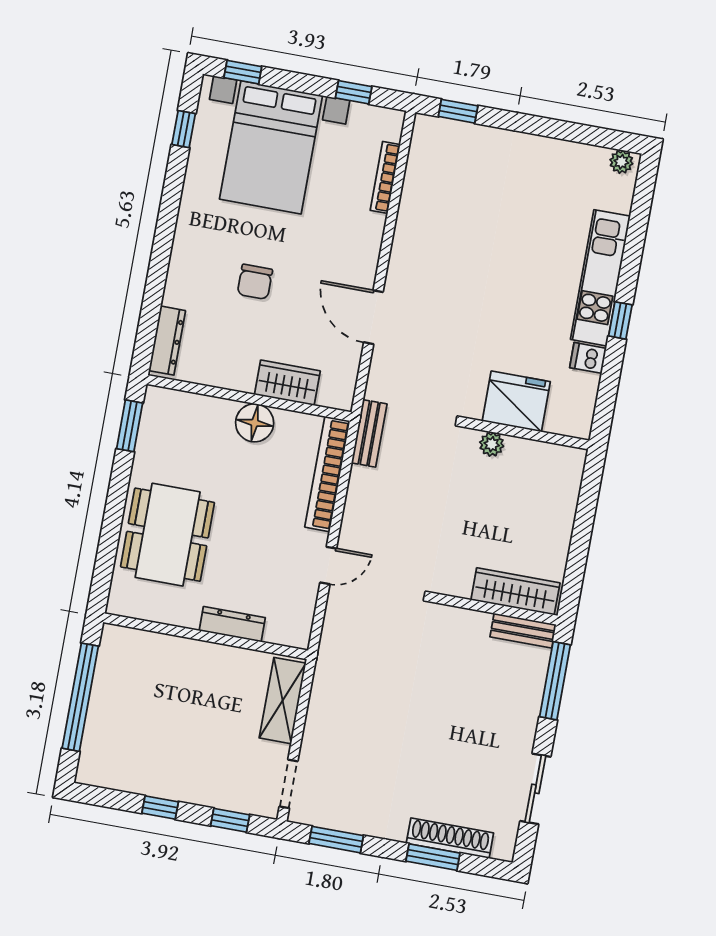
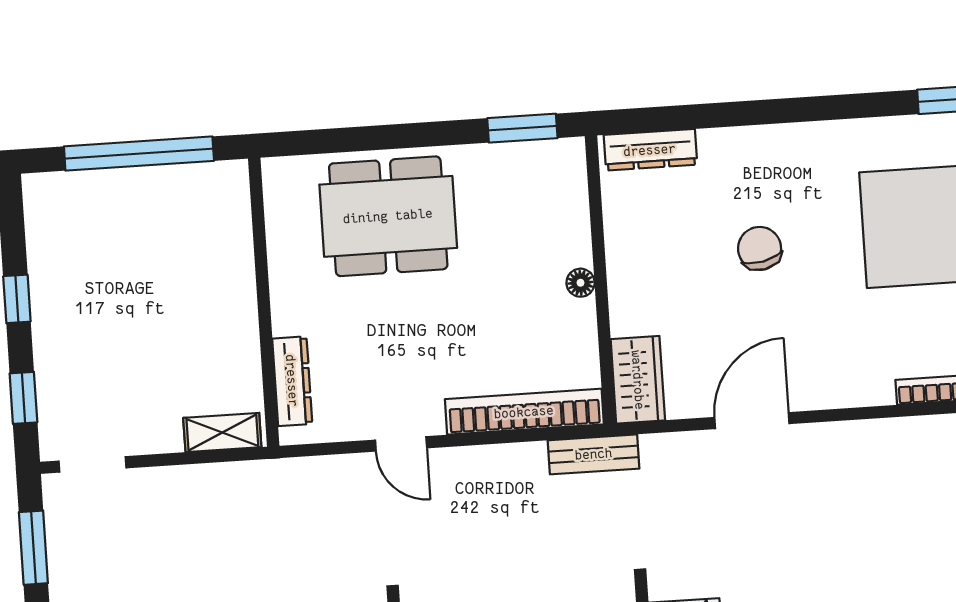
chair: (255, 282) -> (760, 248), turned 78
wardrobe: (287, 383) -> (638, 380), moved
floor lamp: (255, 423) -> (581, 283), width x0.53, depth x0.53
dresser: (232, 624) -> (292, 381), moved
shelving: (283, 701) -> (222, 432), width x0.67, depth x0.75

